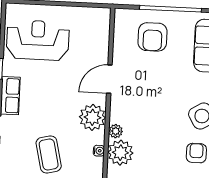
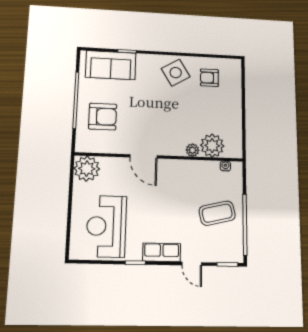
plant: (92, 117) -> (87, 169), moved
water cooler: (99, 151) -> (225, 166), moved

